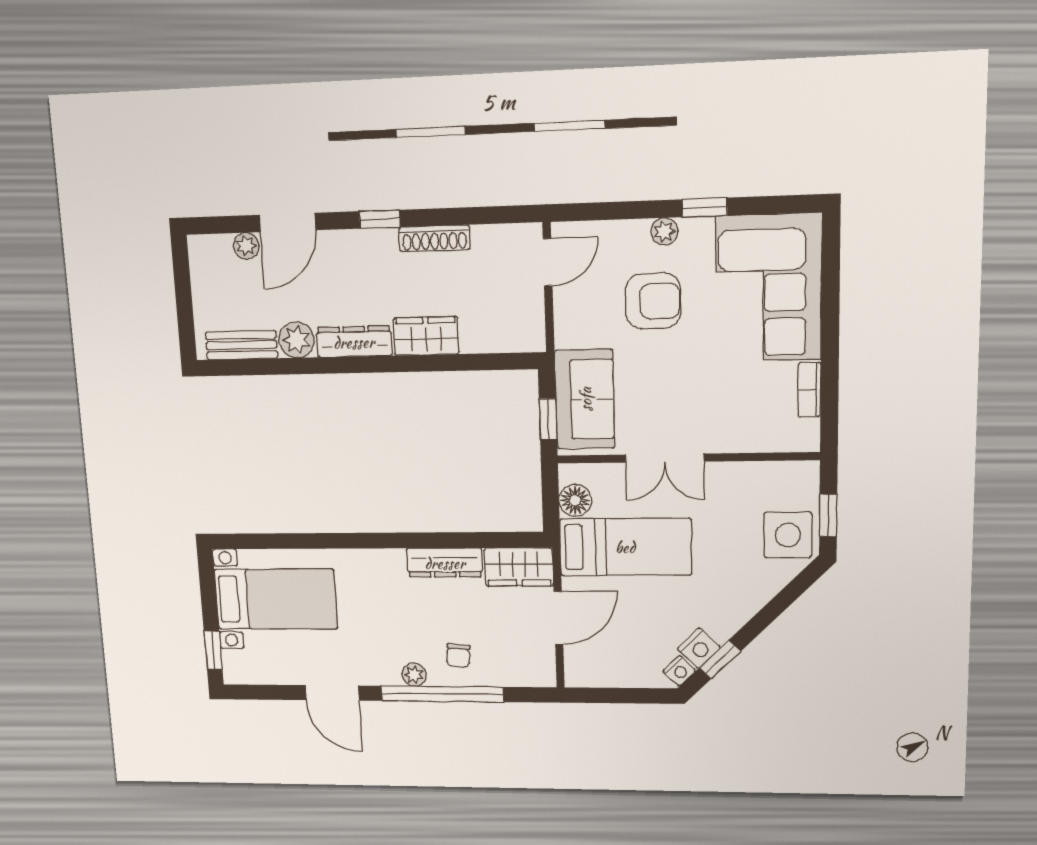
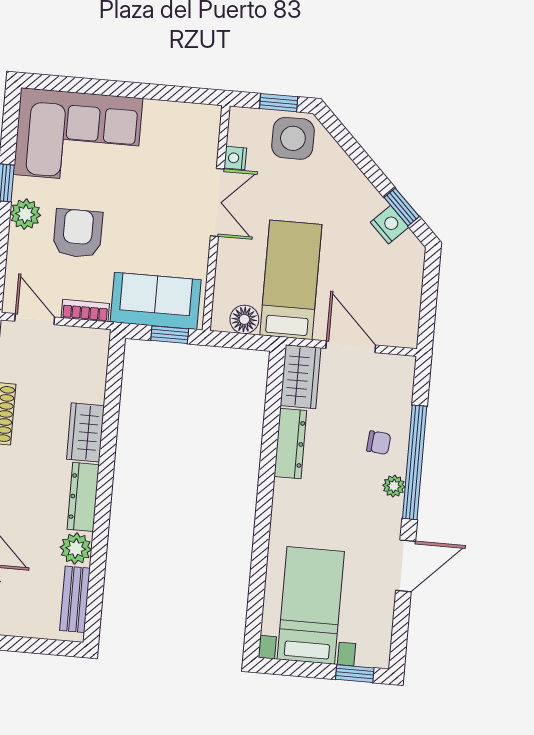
plant: (664, 231) -> (25, 214), width x1.38, depth x1.38
bookcase: (809, 390) -> (85, 311), moved, turned 180
double door: (665, 458) -> (217, 202), moved
nightstand: (679, 671) -> (235, 158), moved, turned -135

